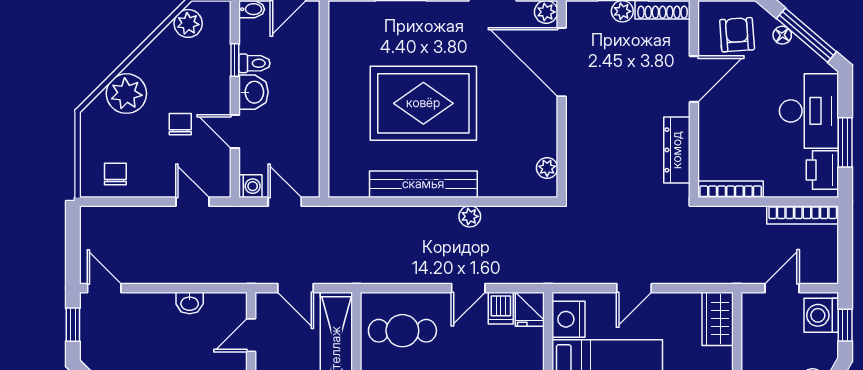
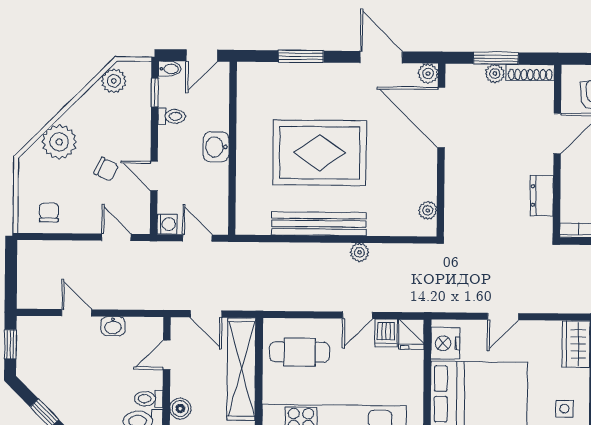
window: (235, 60) -> (155, 93), moved
washbasin: (254, 92) -> (216, 147), moved, turned 180
chair: (180, 124) -> (106, 169), turned 115
dresser: (677, 150) -> (542, 196), width x0.70
door: (104, 288) -> (77, 313), moved

